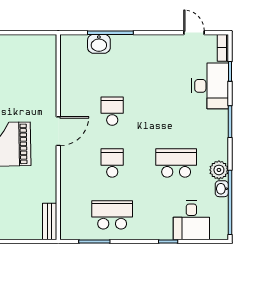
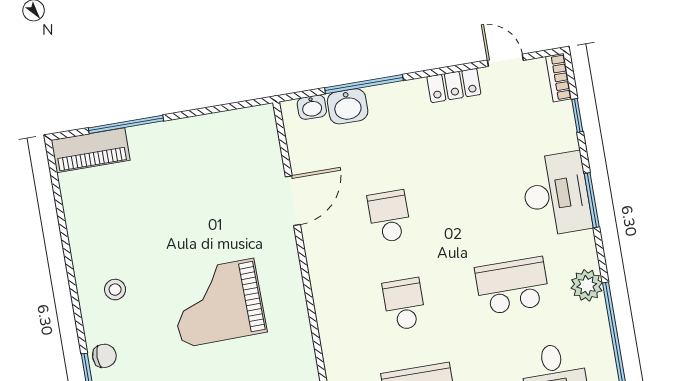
locker: (162, 42) -> (454, 85), added
desk: (210, 86) -> (556, 194), moved
door: (58, 131) -> (293, 201), moved
washbasin: (222, 189) -> (312, 107), moved, turned -90

